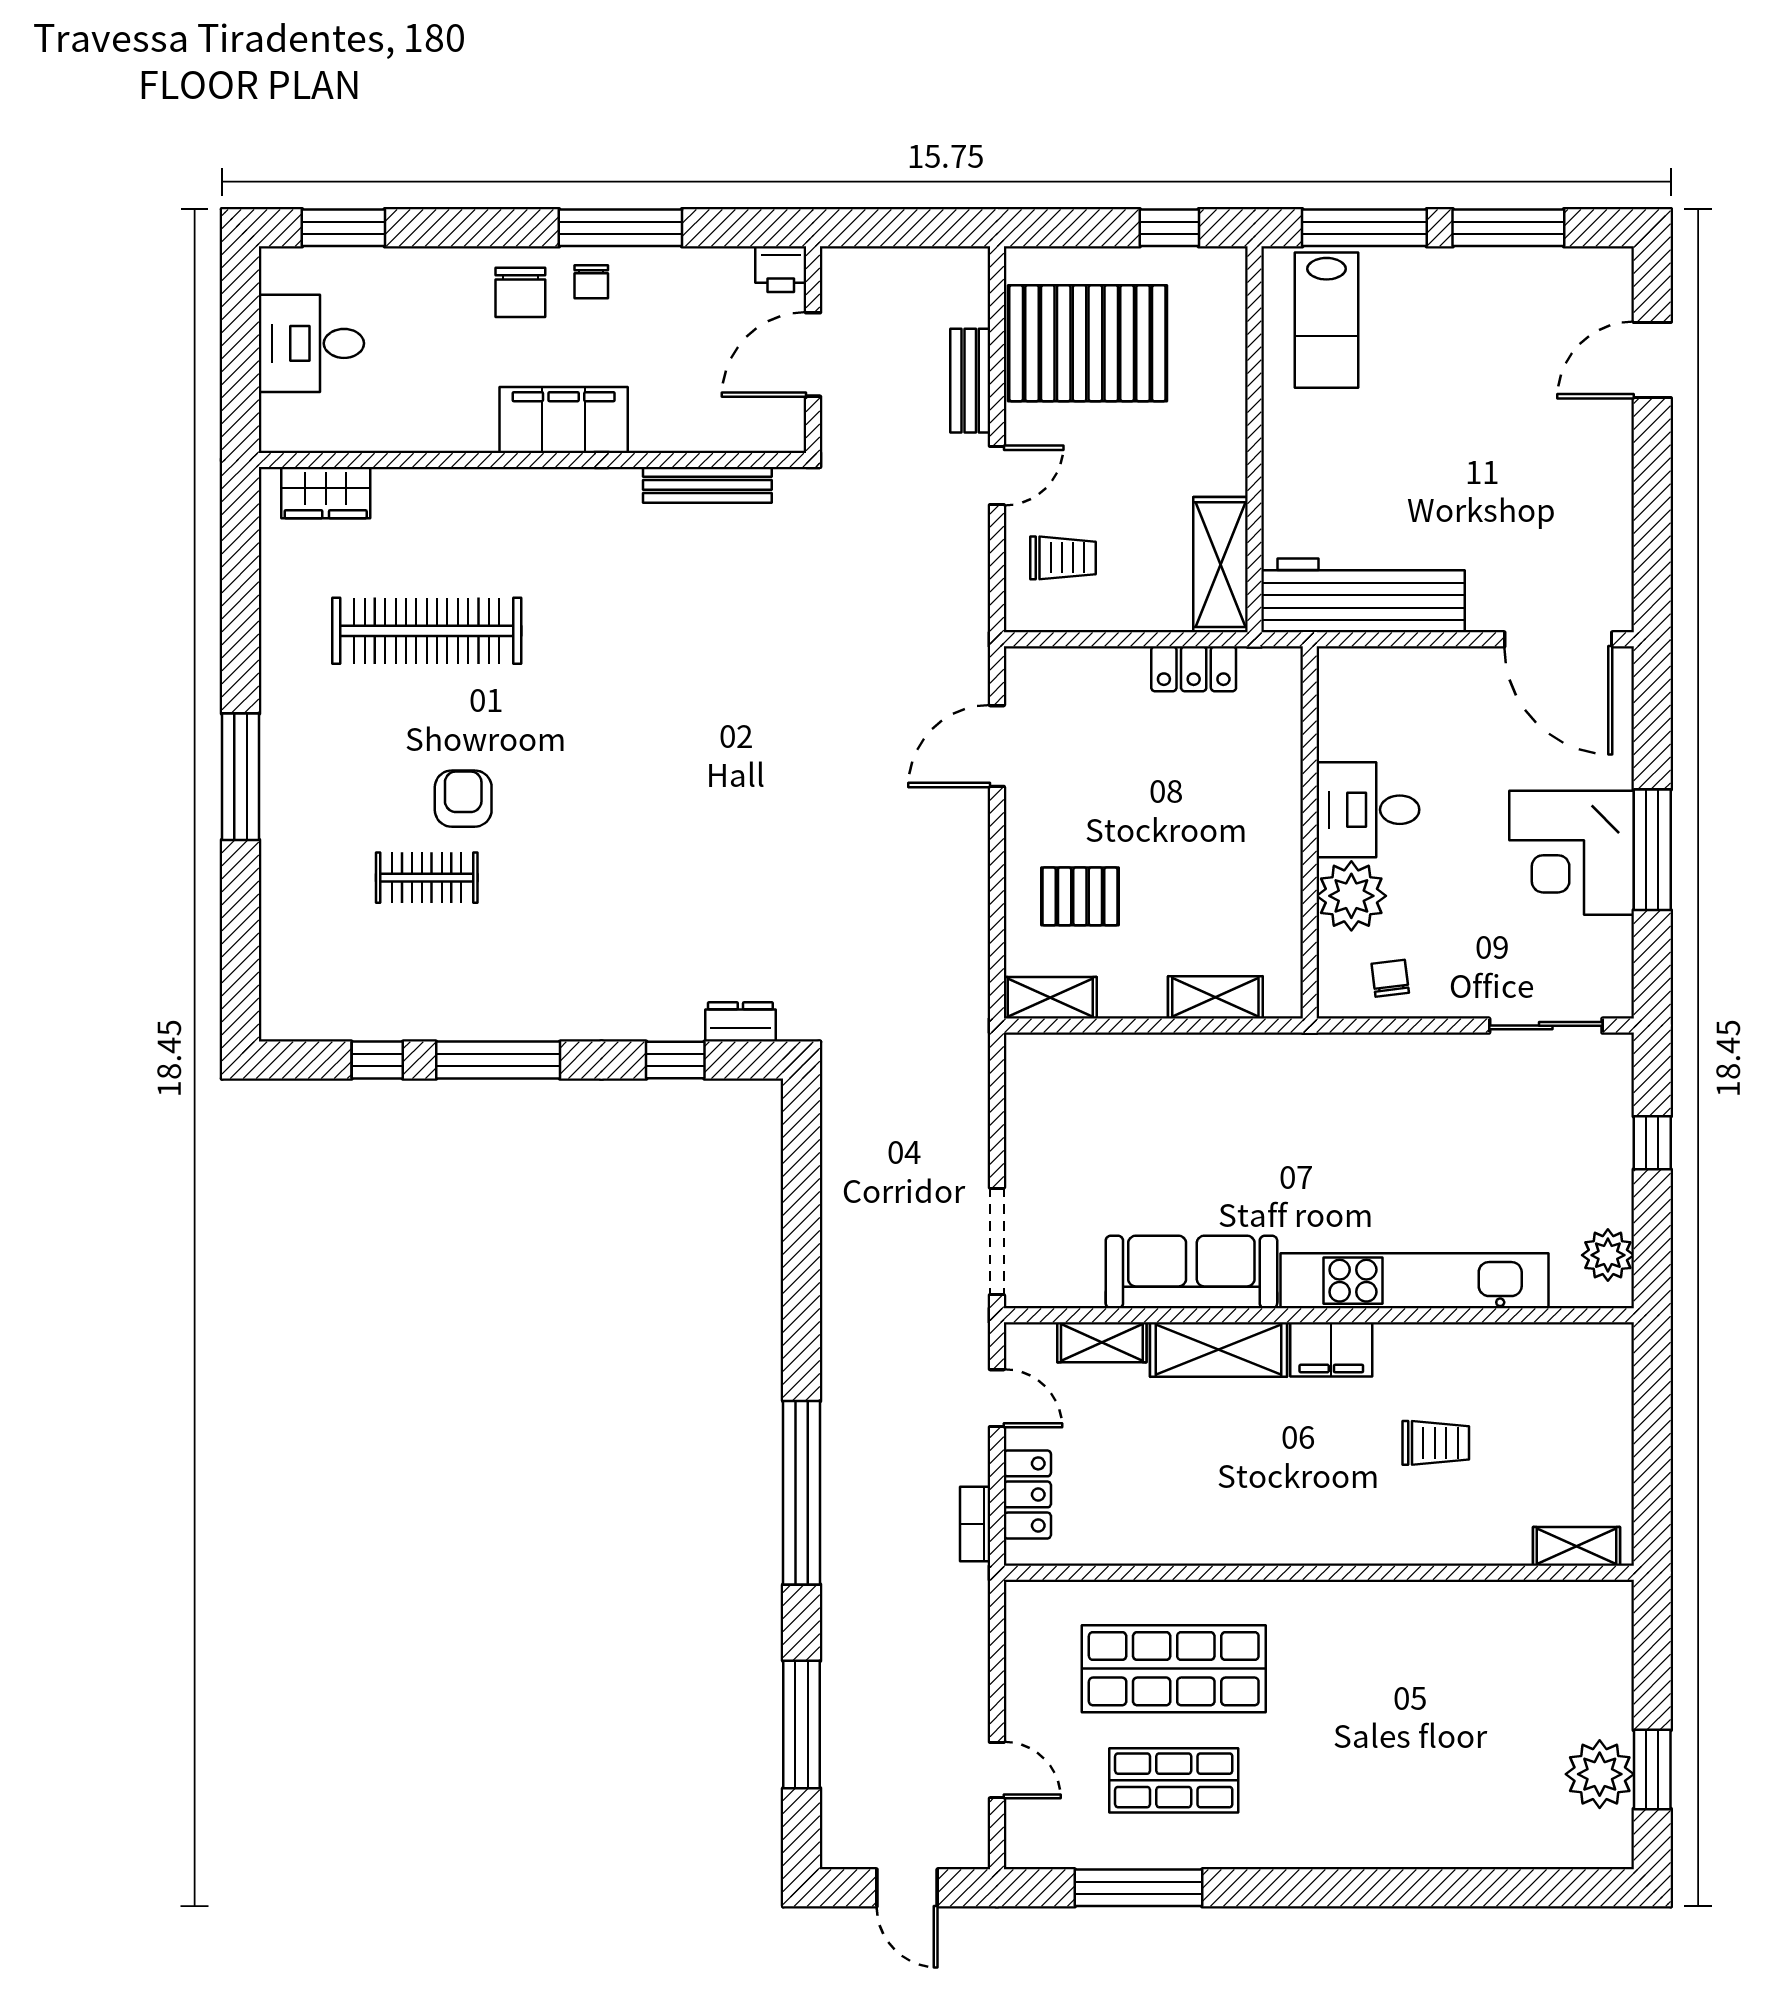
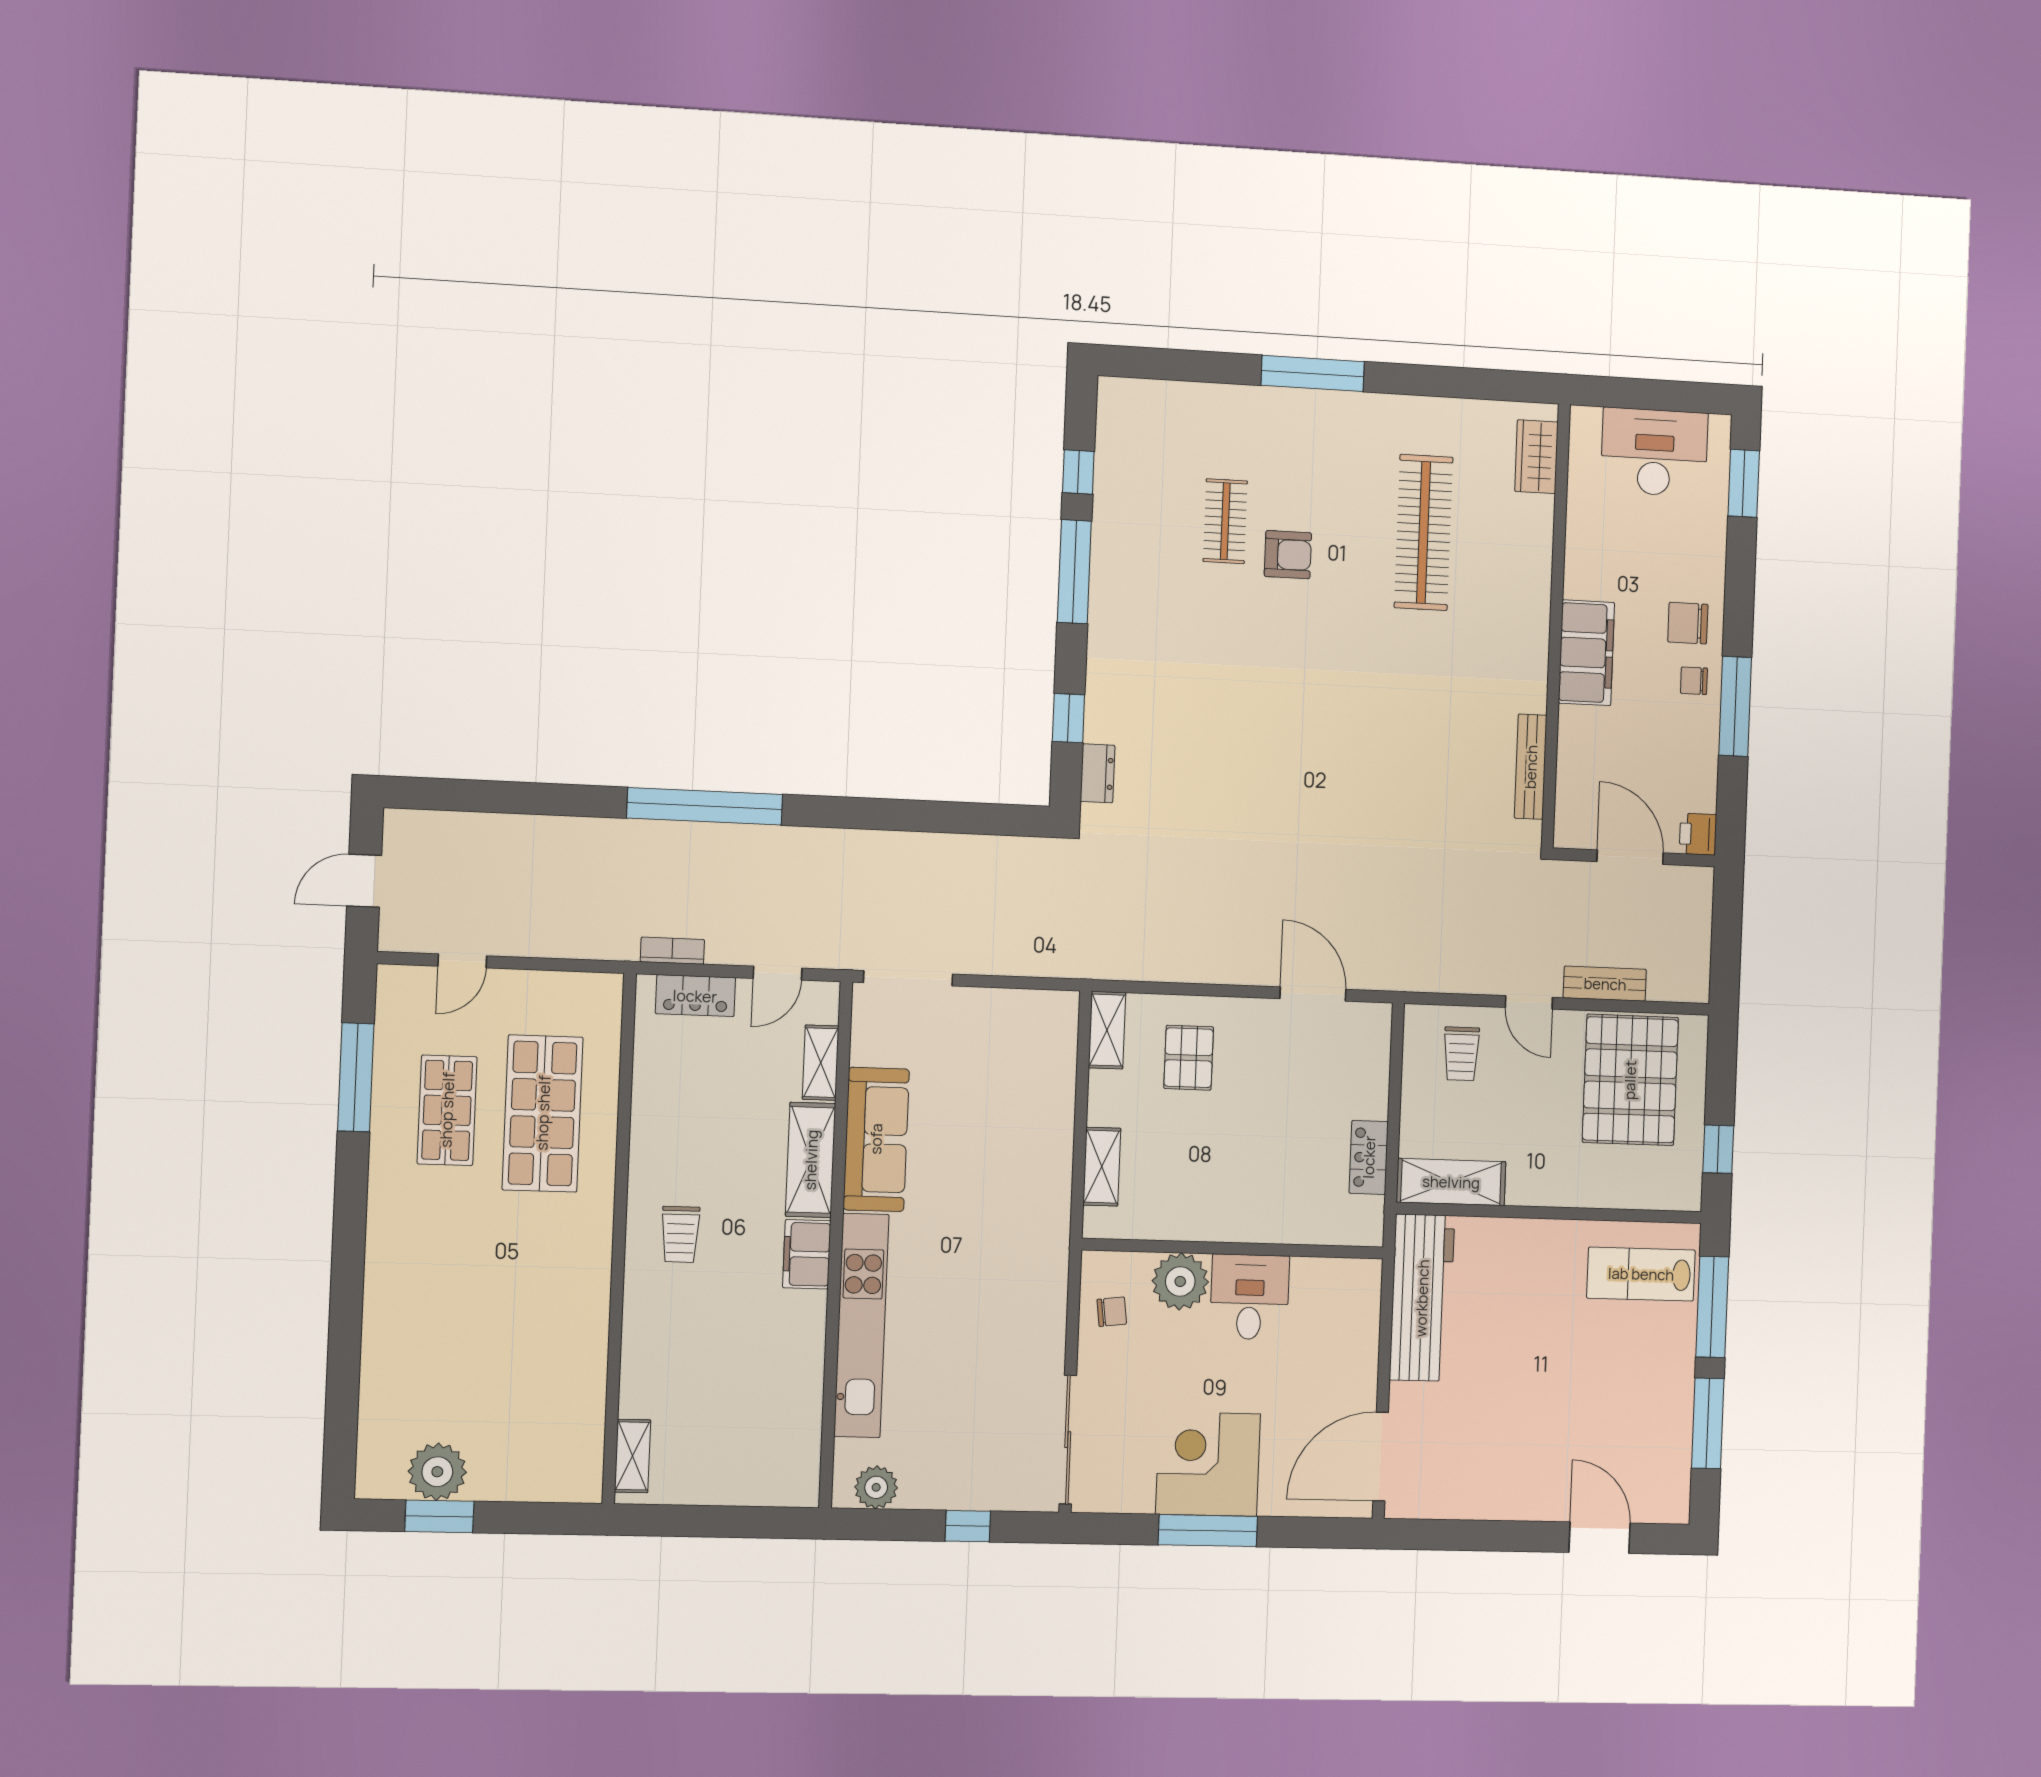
desk: (311, 343) -> (1654, 452), width x1.37
sliding door: (1546, 1026) -> (1068, 1440), width x1.37
trolley: (1436, 1443) -> (680, 1234), moved
window: (802, 1724) -> (508, 797), removed

